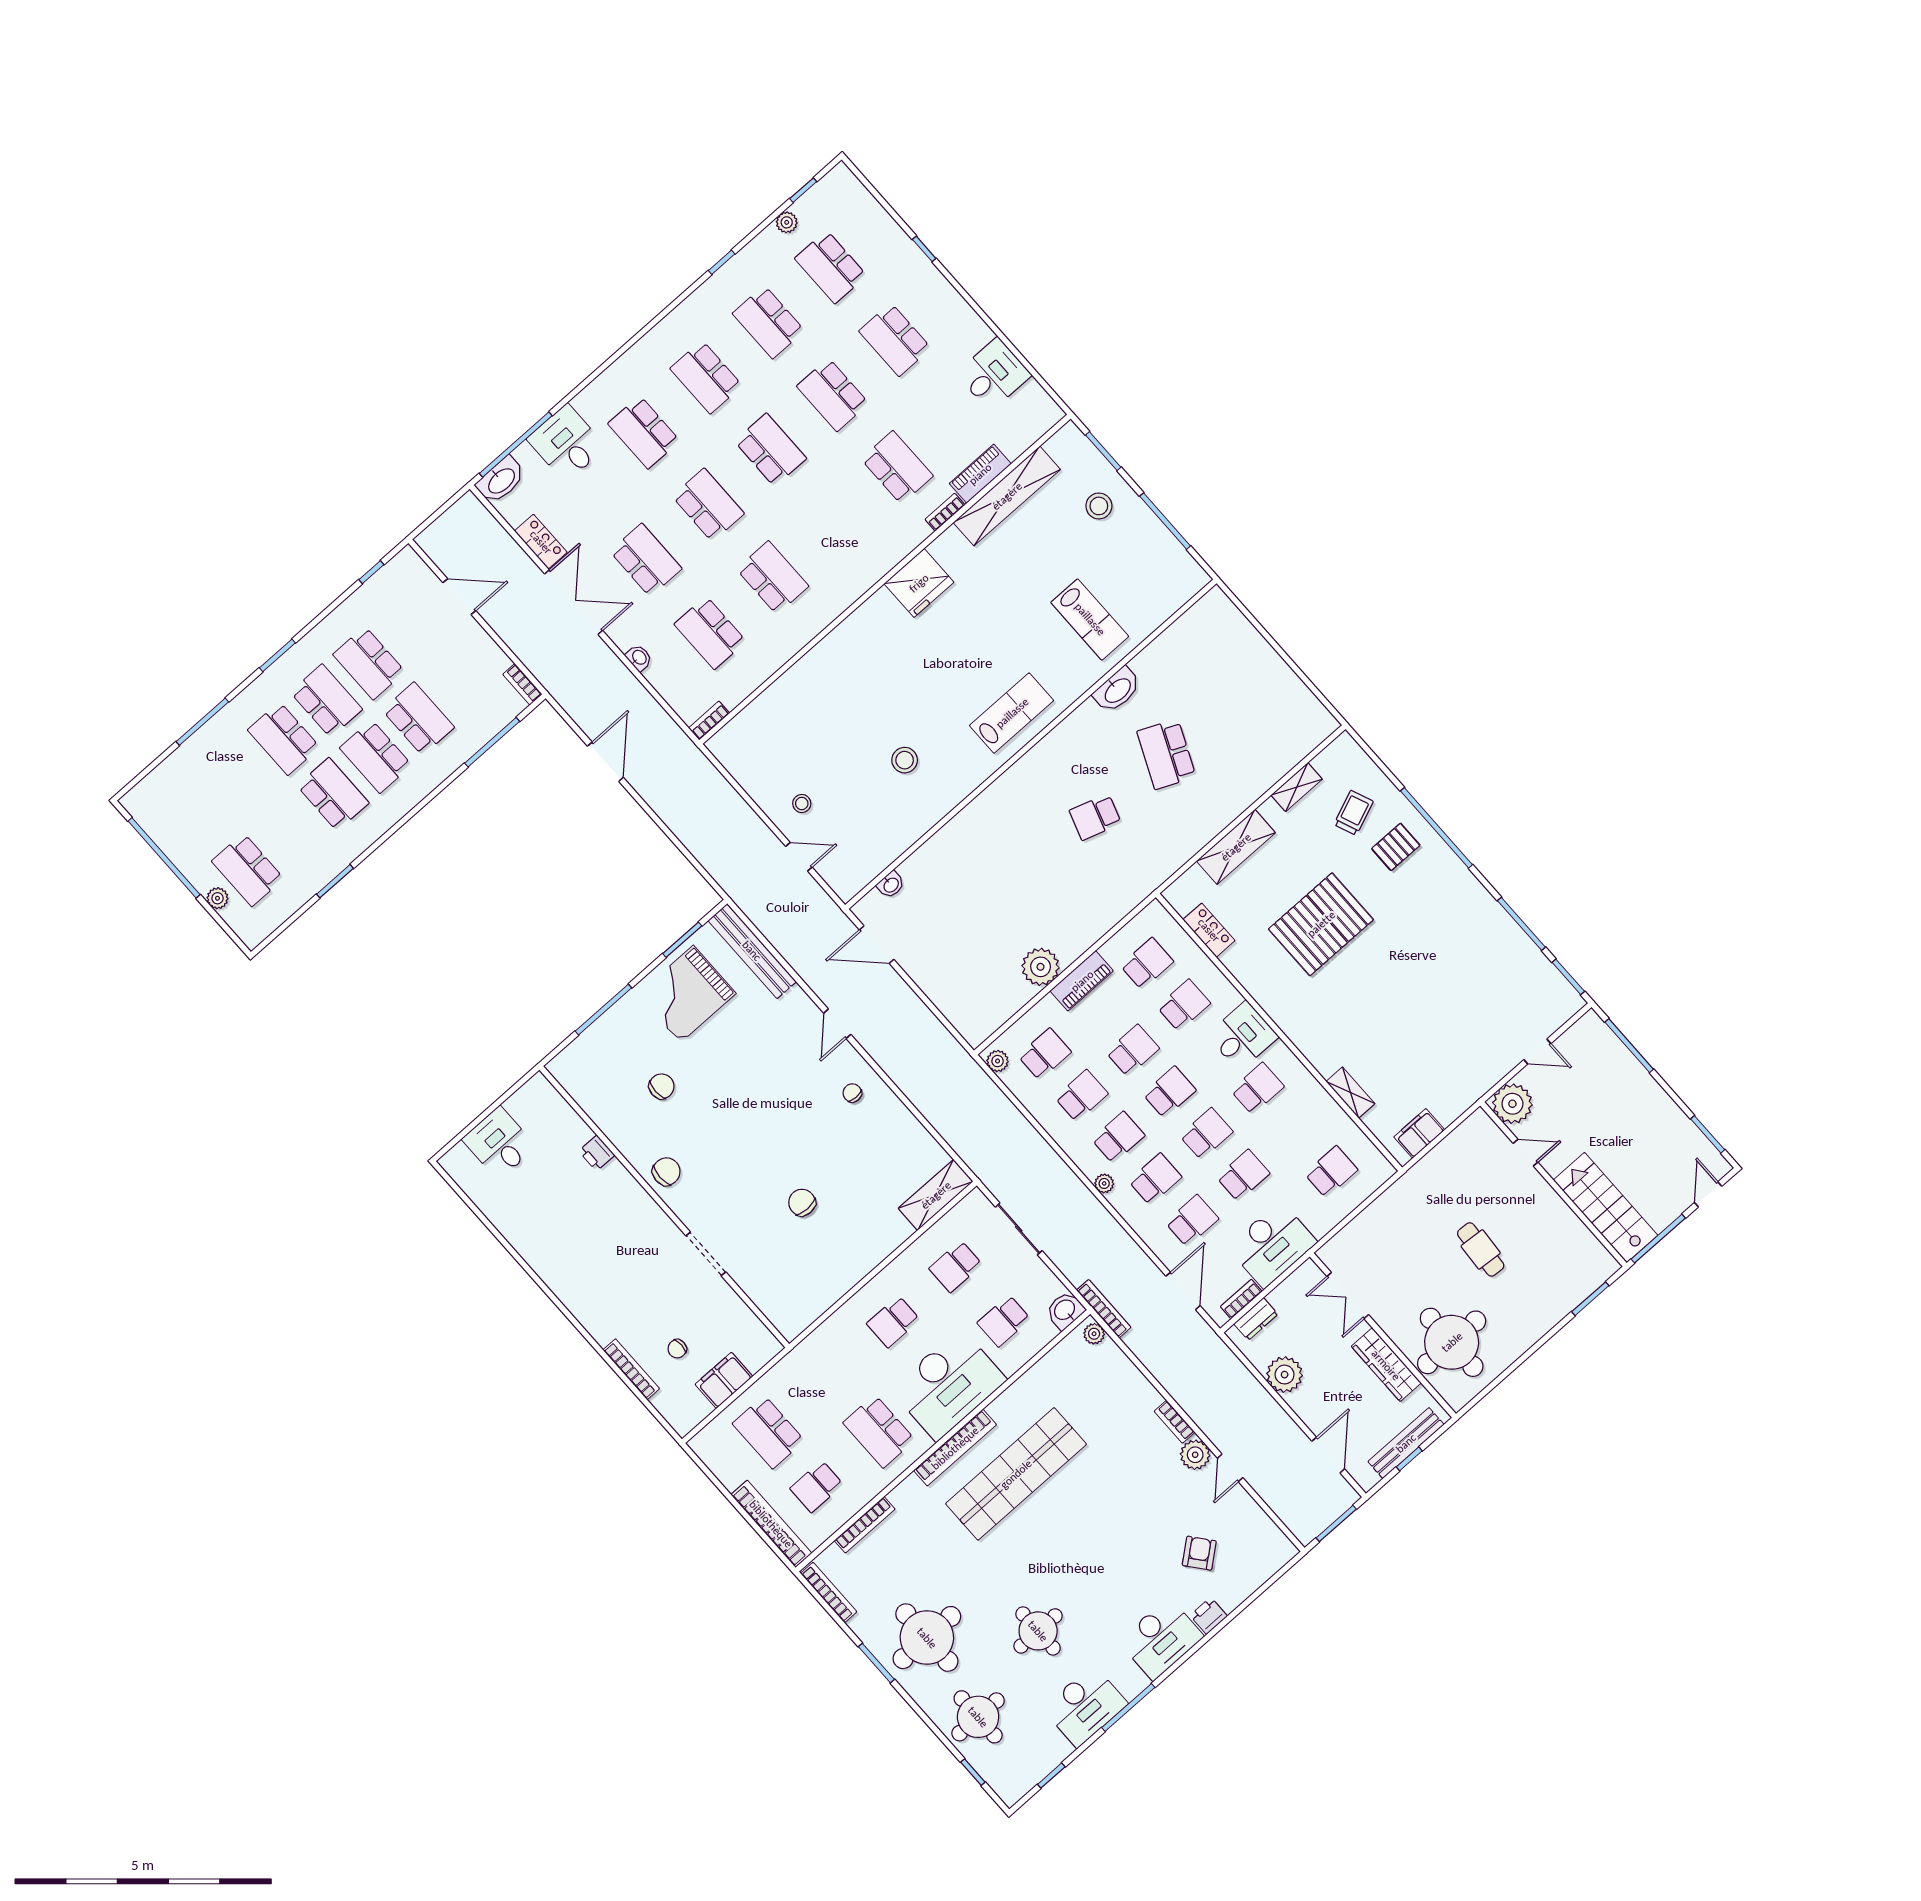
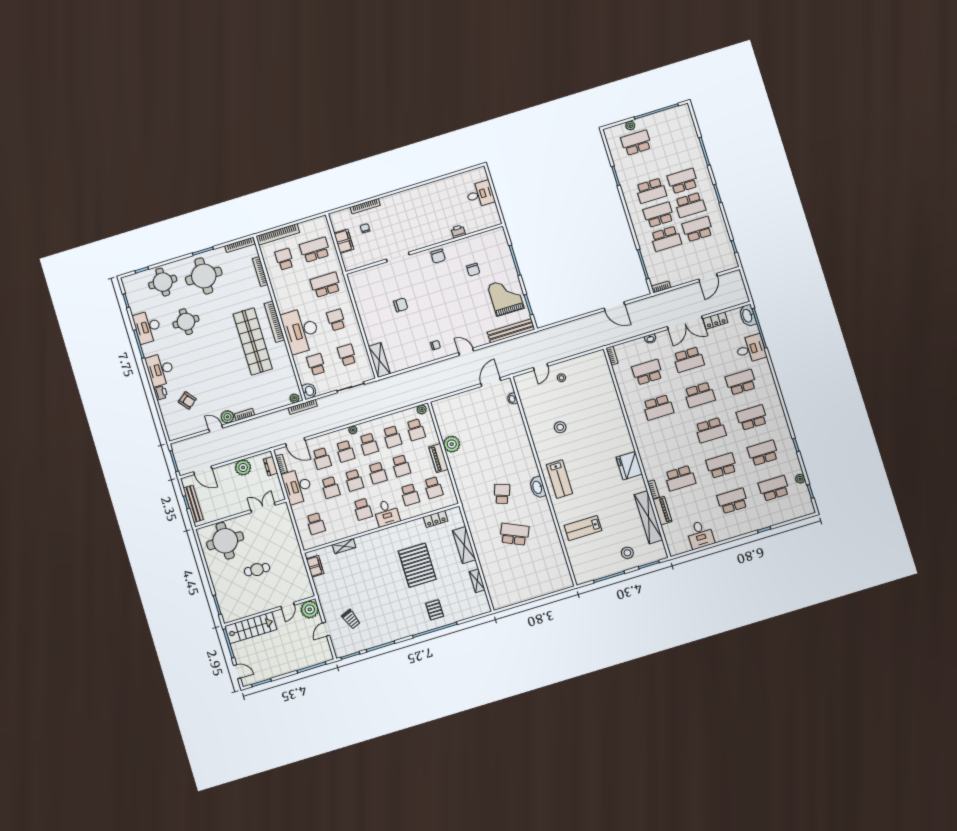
washbasin: (1117, 690) -> (538, 487), moved
trolley: (1354, 813) -> (351, 619), moved
wardrobe: (1386, 1365) -> (228, 510), removed
school desk: (879, 1431) -> (326, 285), moved

